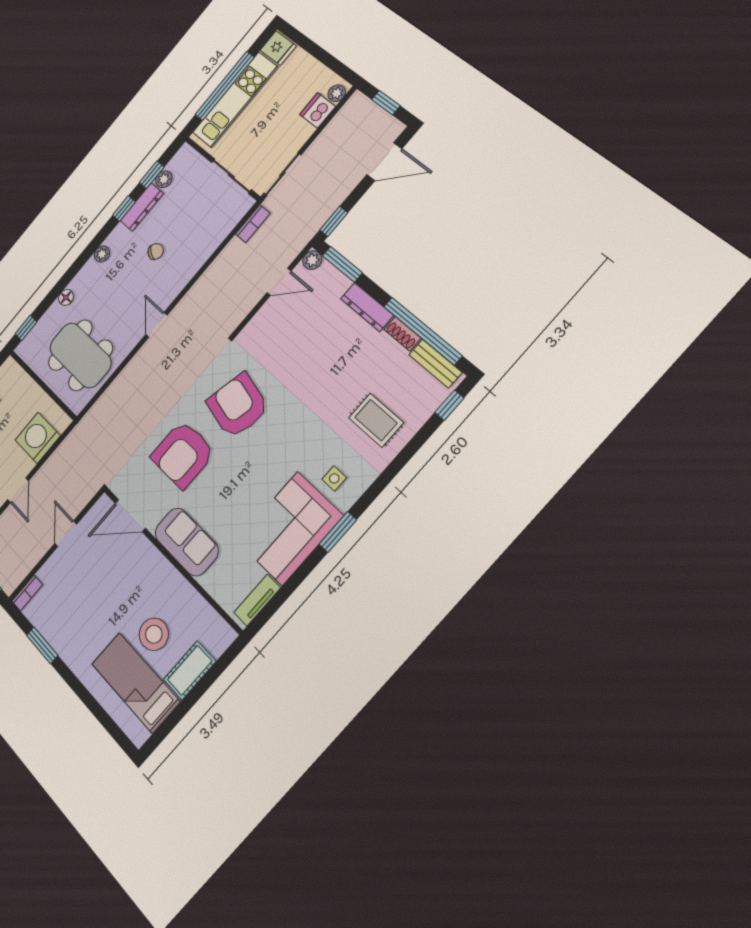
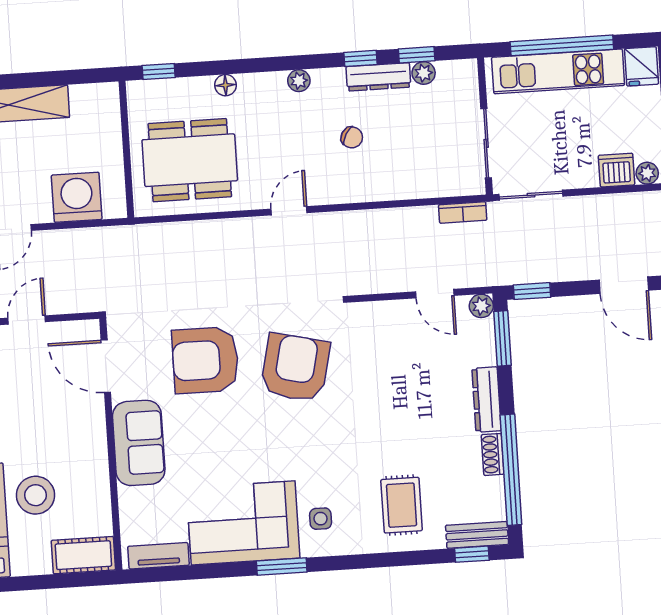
dining table: (80, 355) -> (190, 160), turned 90
bench: (435, 364) -> (477, 535), moved, turned 90
cot: (190, 670) -> (83, 555), moved

